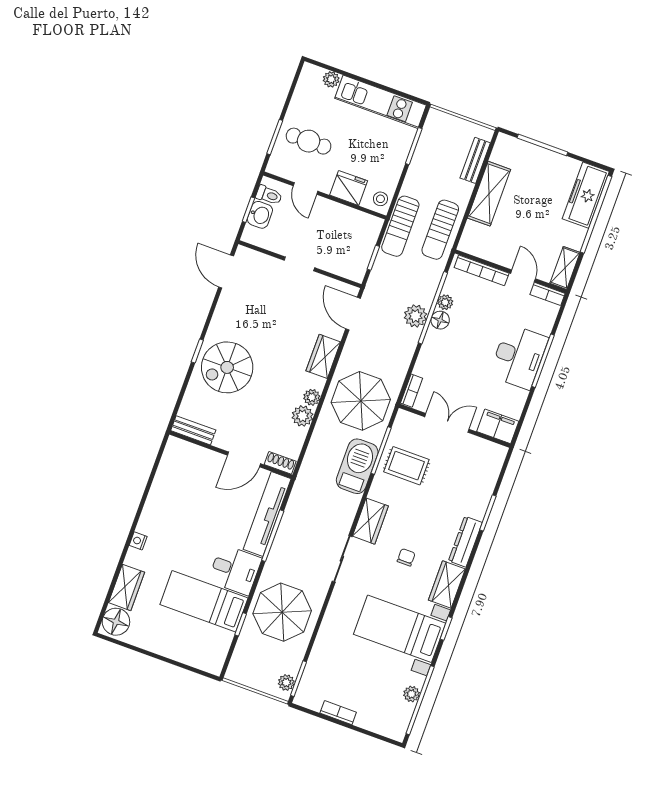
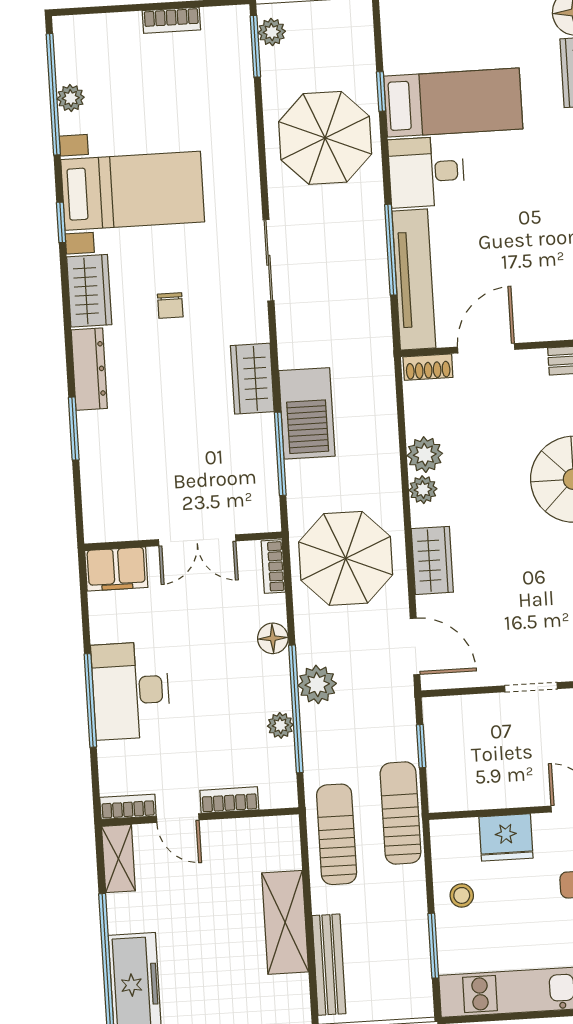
bench: (475, 160) -> (329, 965), width x1.36
stool: (380, 199) -> (462, 895), moved
bookcase: (482, 270) -> (229, 800), width x0.64
floor lamp: (440, 320) -> (273, 638), moved
parasol: (361, 401) -> (346, 558), moved
rug: (406, 466) -> (231, 447), removed
wardrobe: (370, 521) -> (252, 379), moved

